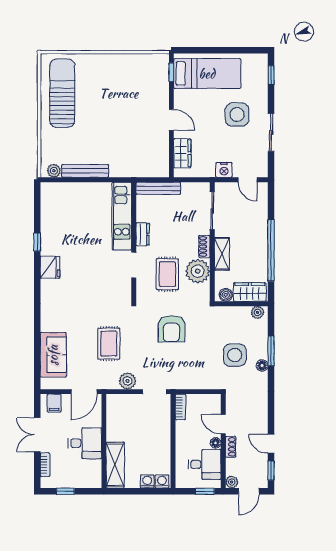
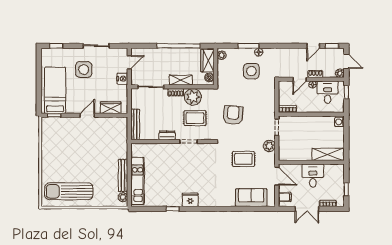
kitchen unit: (122, 216) -> (137, 181), moved, turned -90
armchair: (171, 329) -> (233, 115), turned -85
washing machine: (147, 481) -> (339, 132), removed

